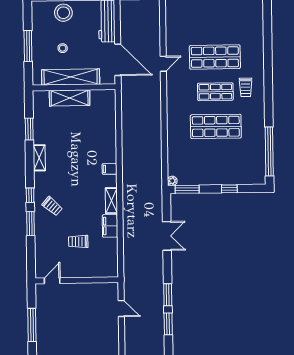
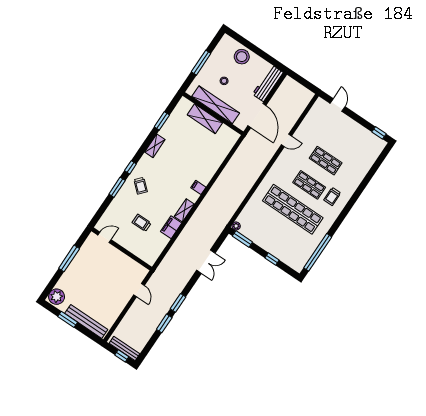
shop shelf: (215, 57) -> (326, 161), width x0.70, depth x0.74
shop shelf: (216, 126) -> (293, 209), width x1.40

